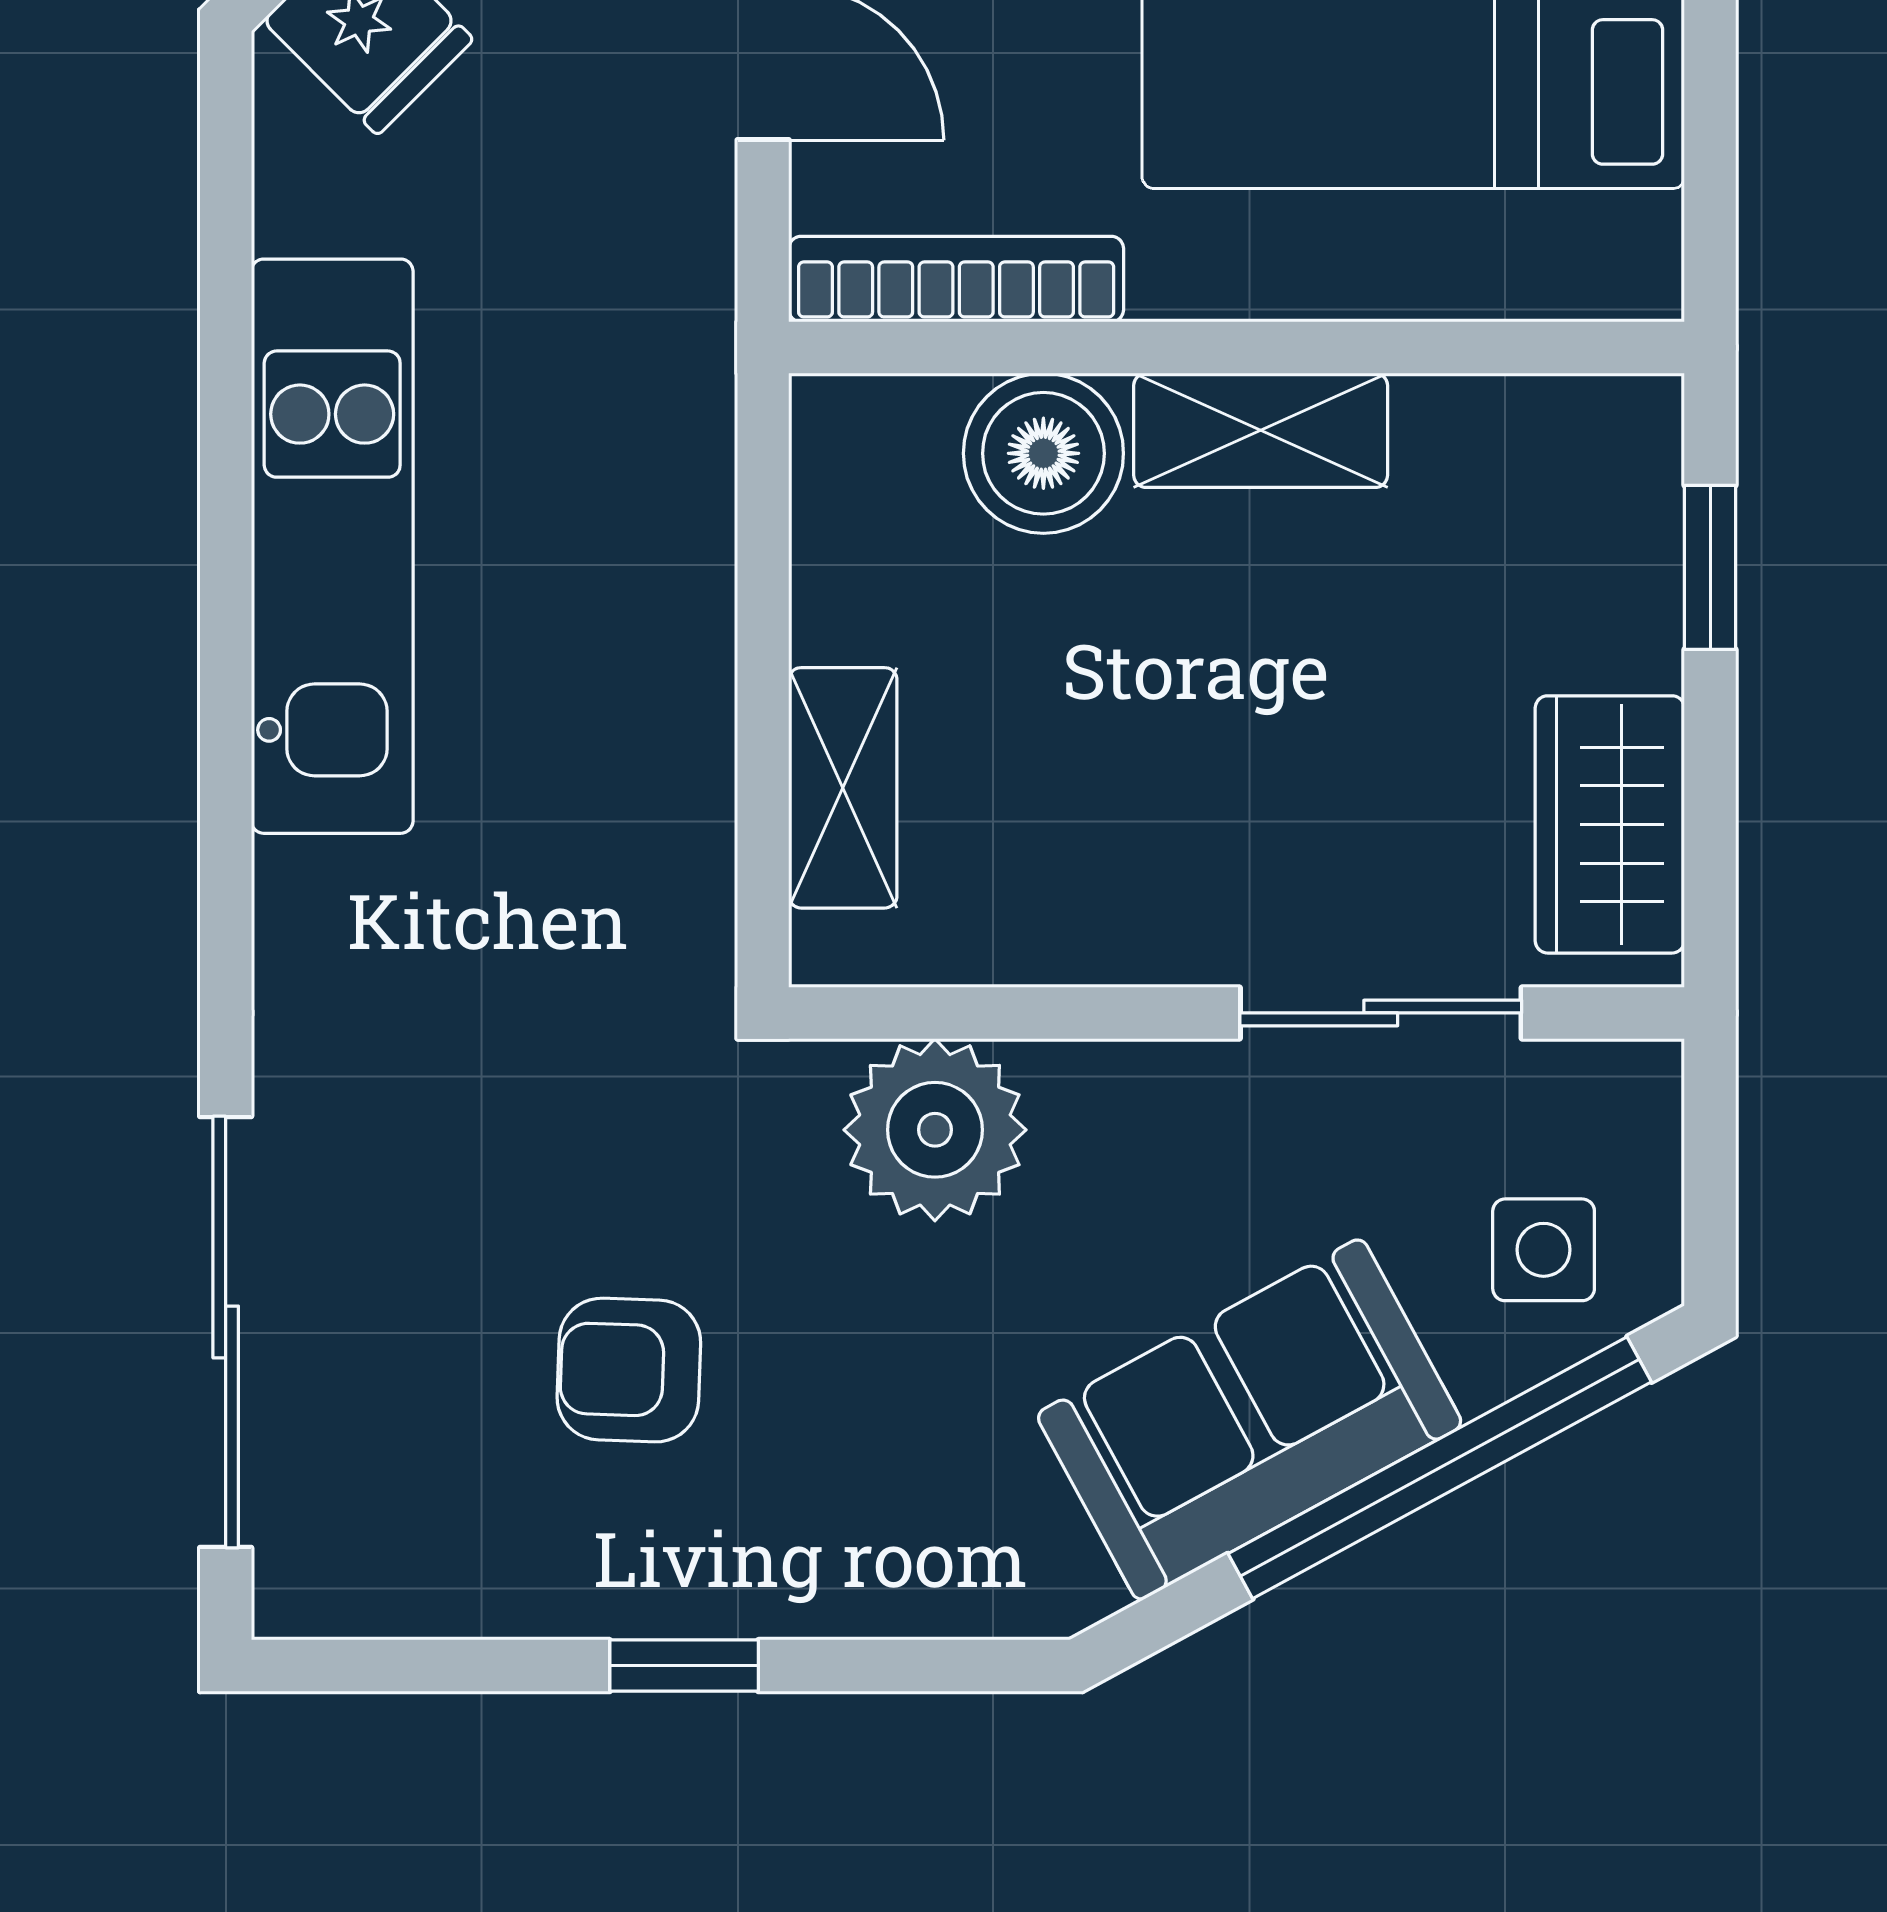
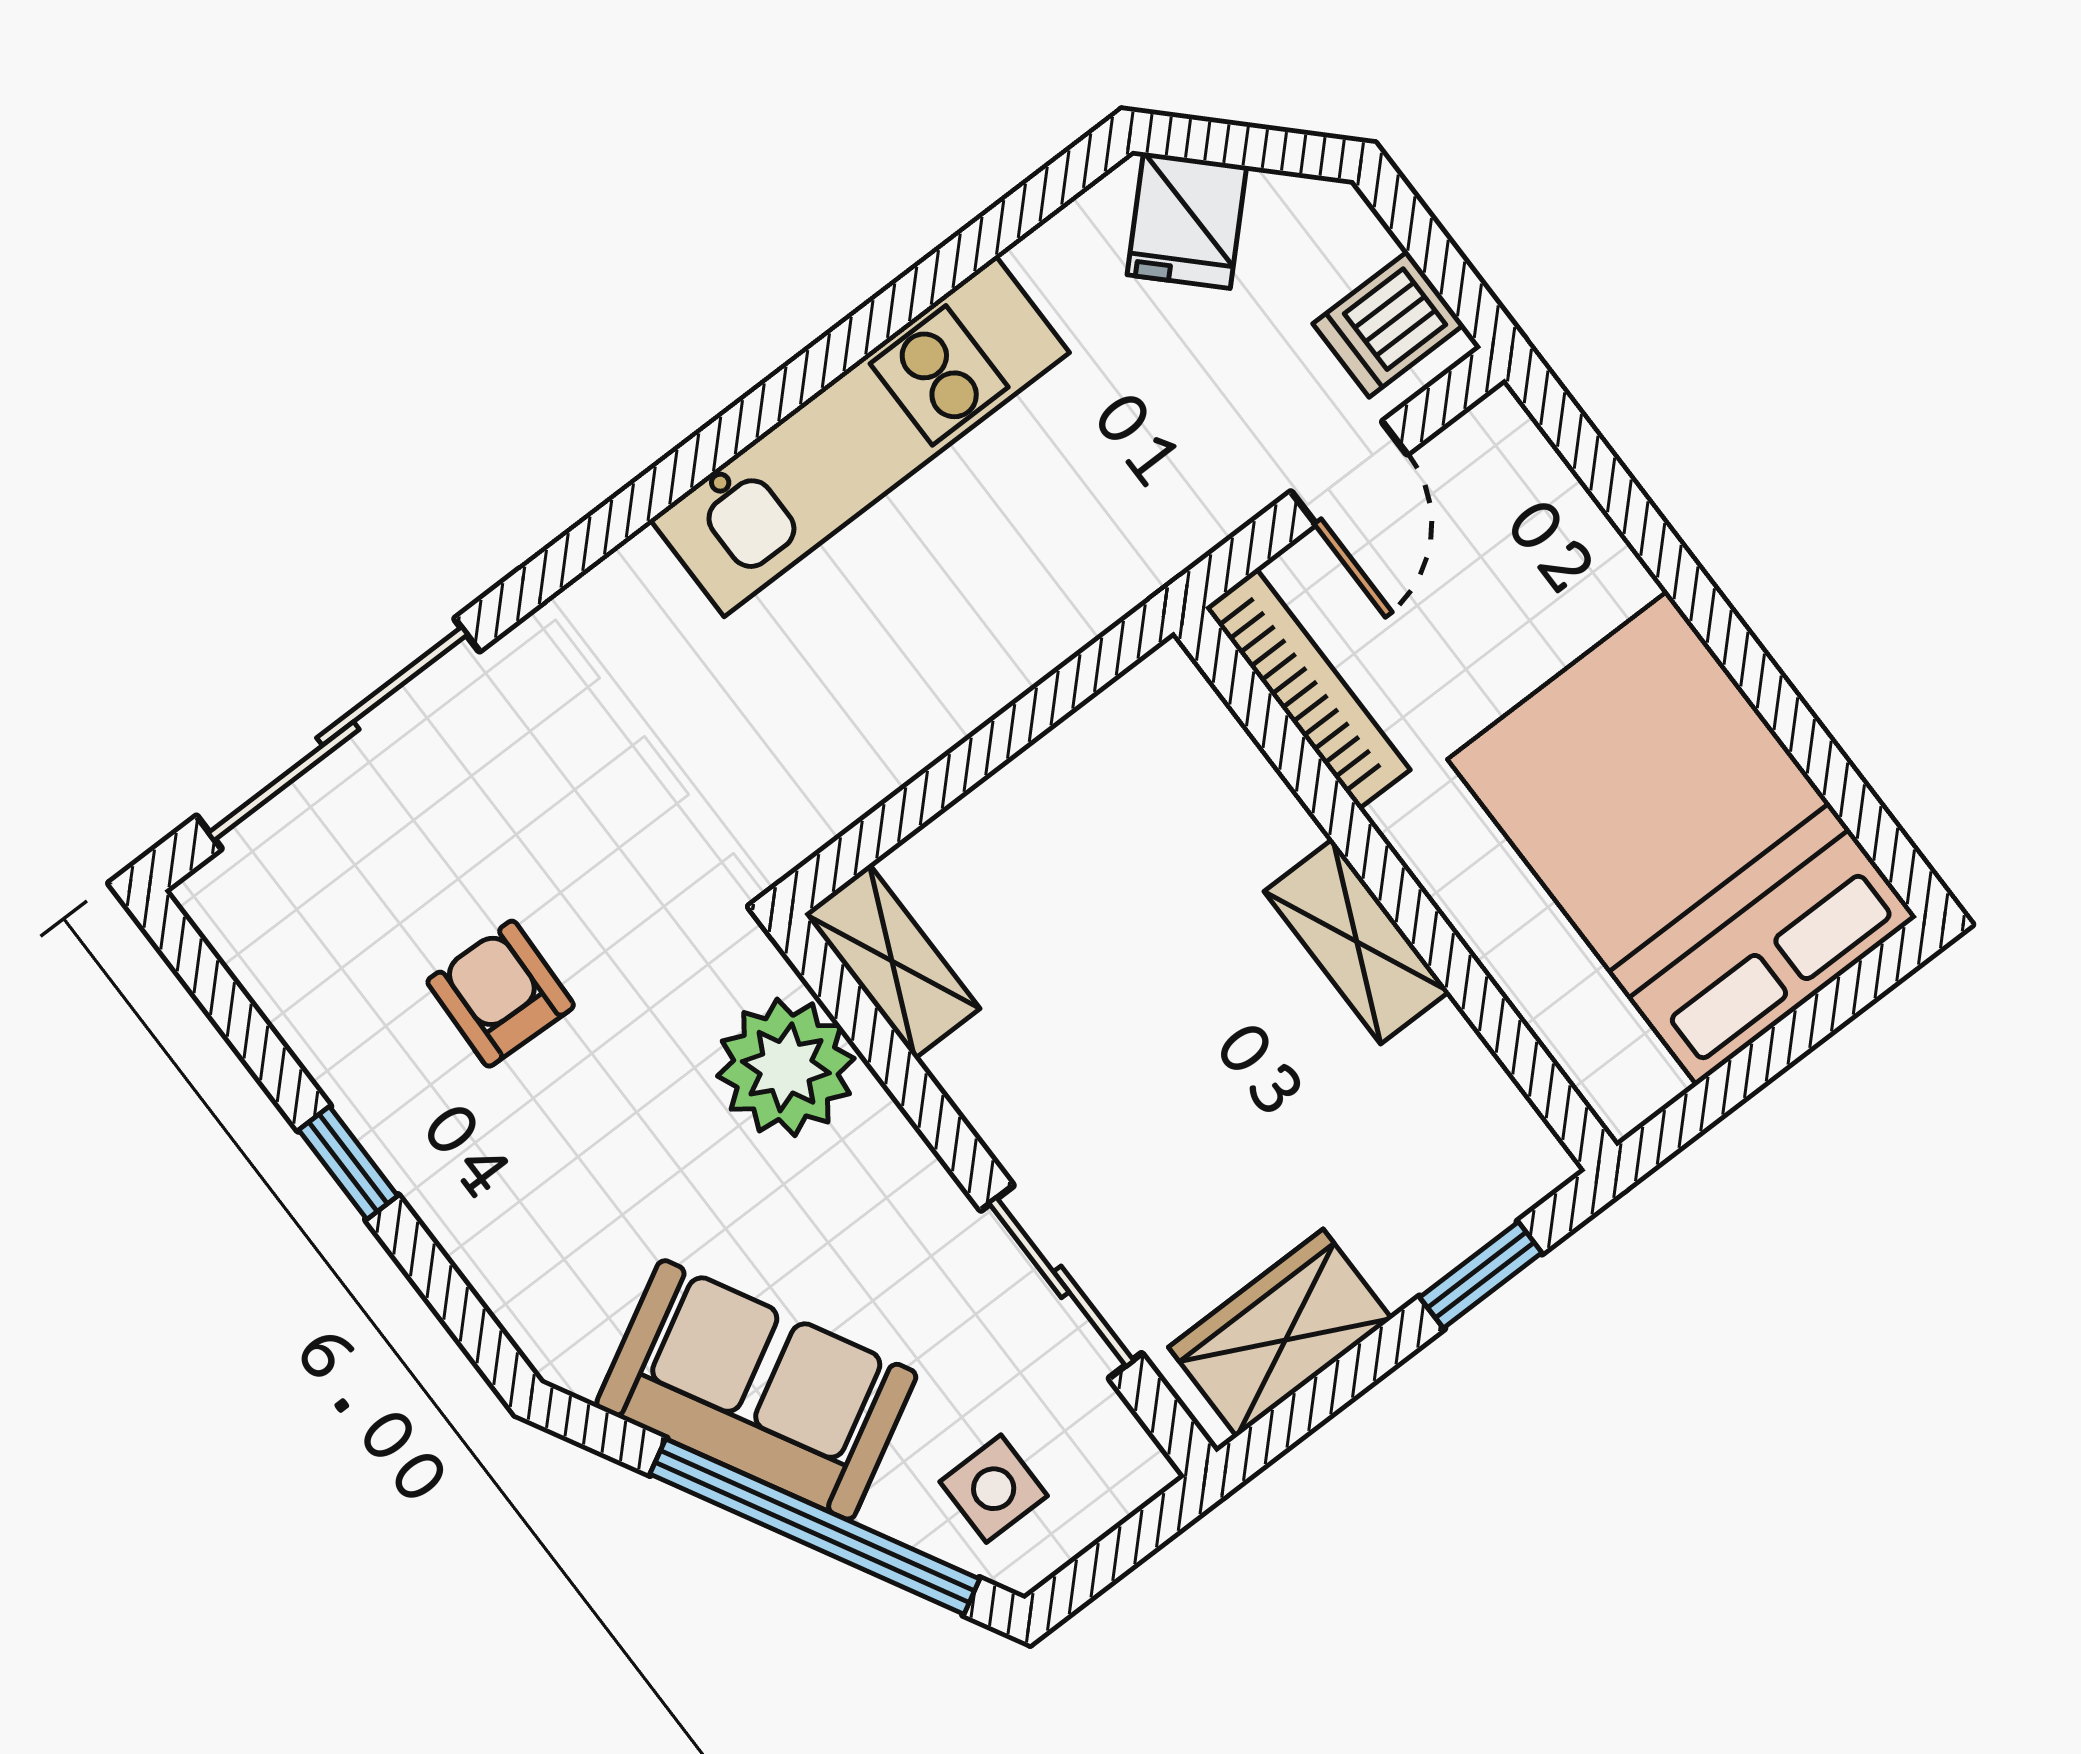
boiler: (1043, 453) -> (1243, 821), removed
shelving: (843, 788) -> (892, 961), moved, turned 90

